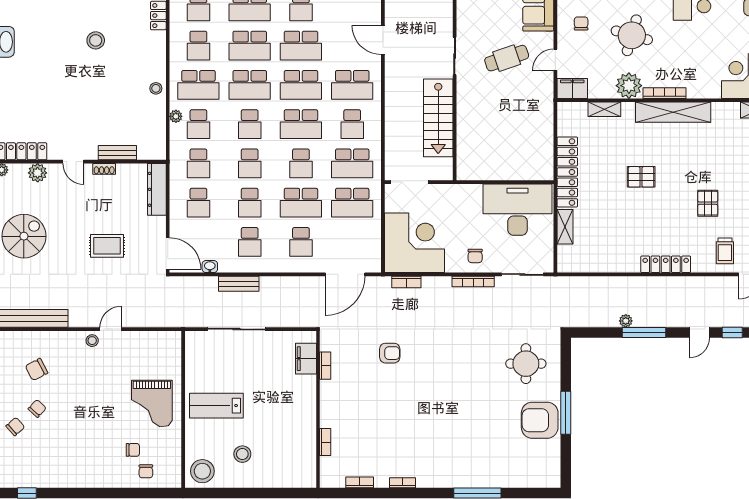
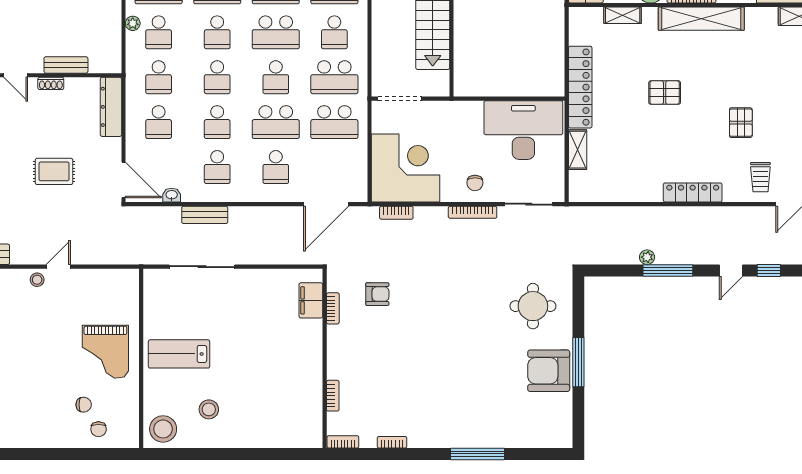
filing cabinet: (306, 359) -> (311, 300), moved
bookcase: (325, 366) -> (333, 308), moved
wall: (318, 409) -> (325, 358), moved
bookcase: (325, 442) -> (333, 396), moved

